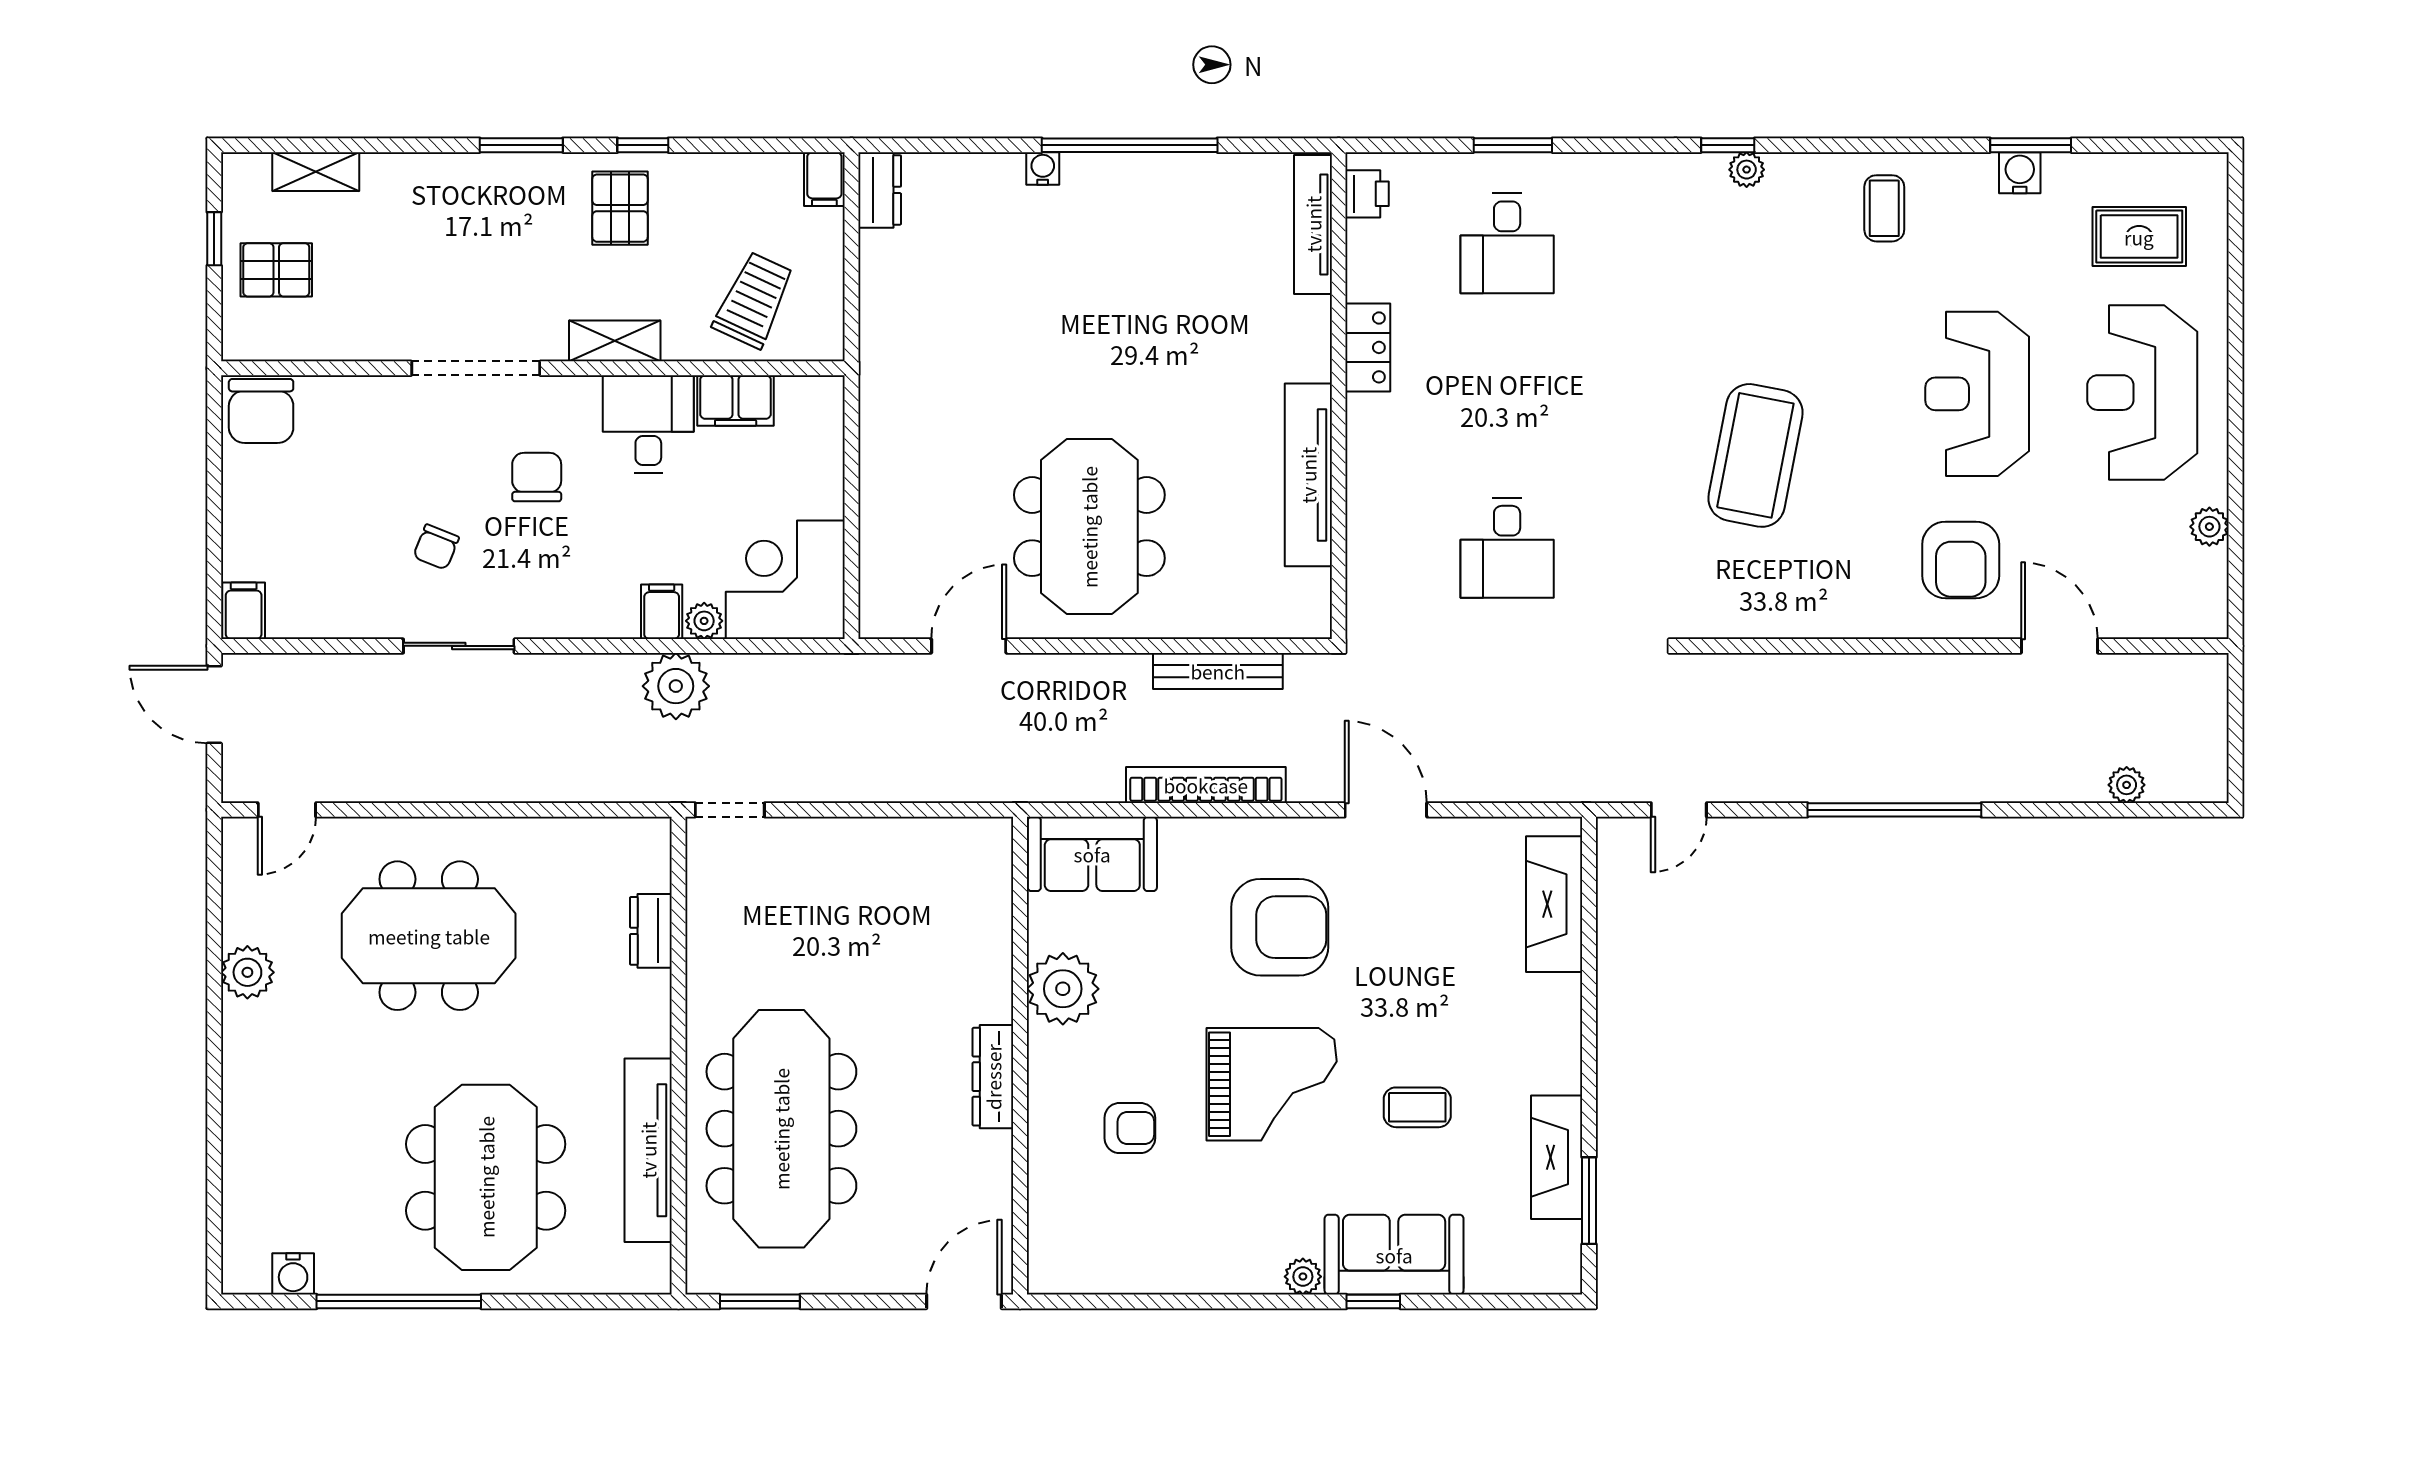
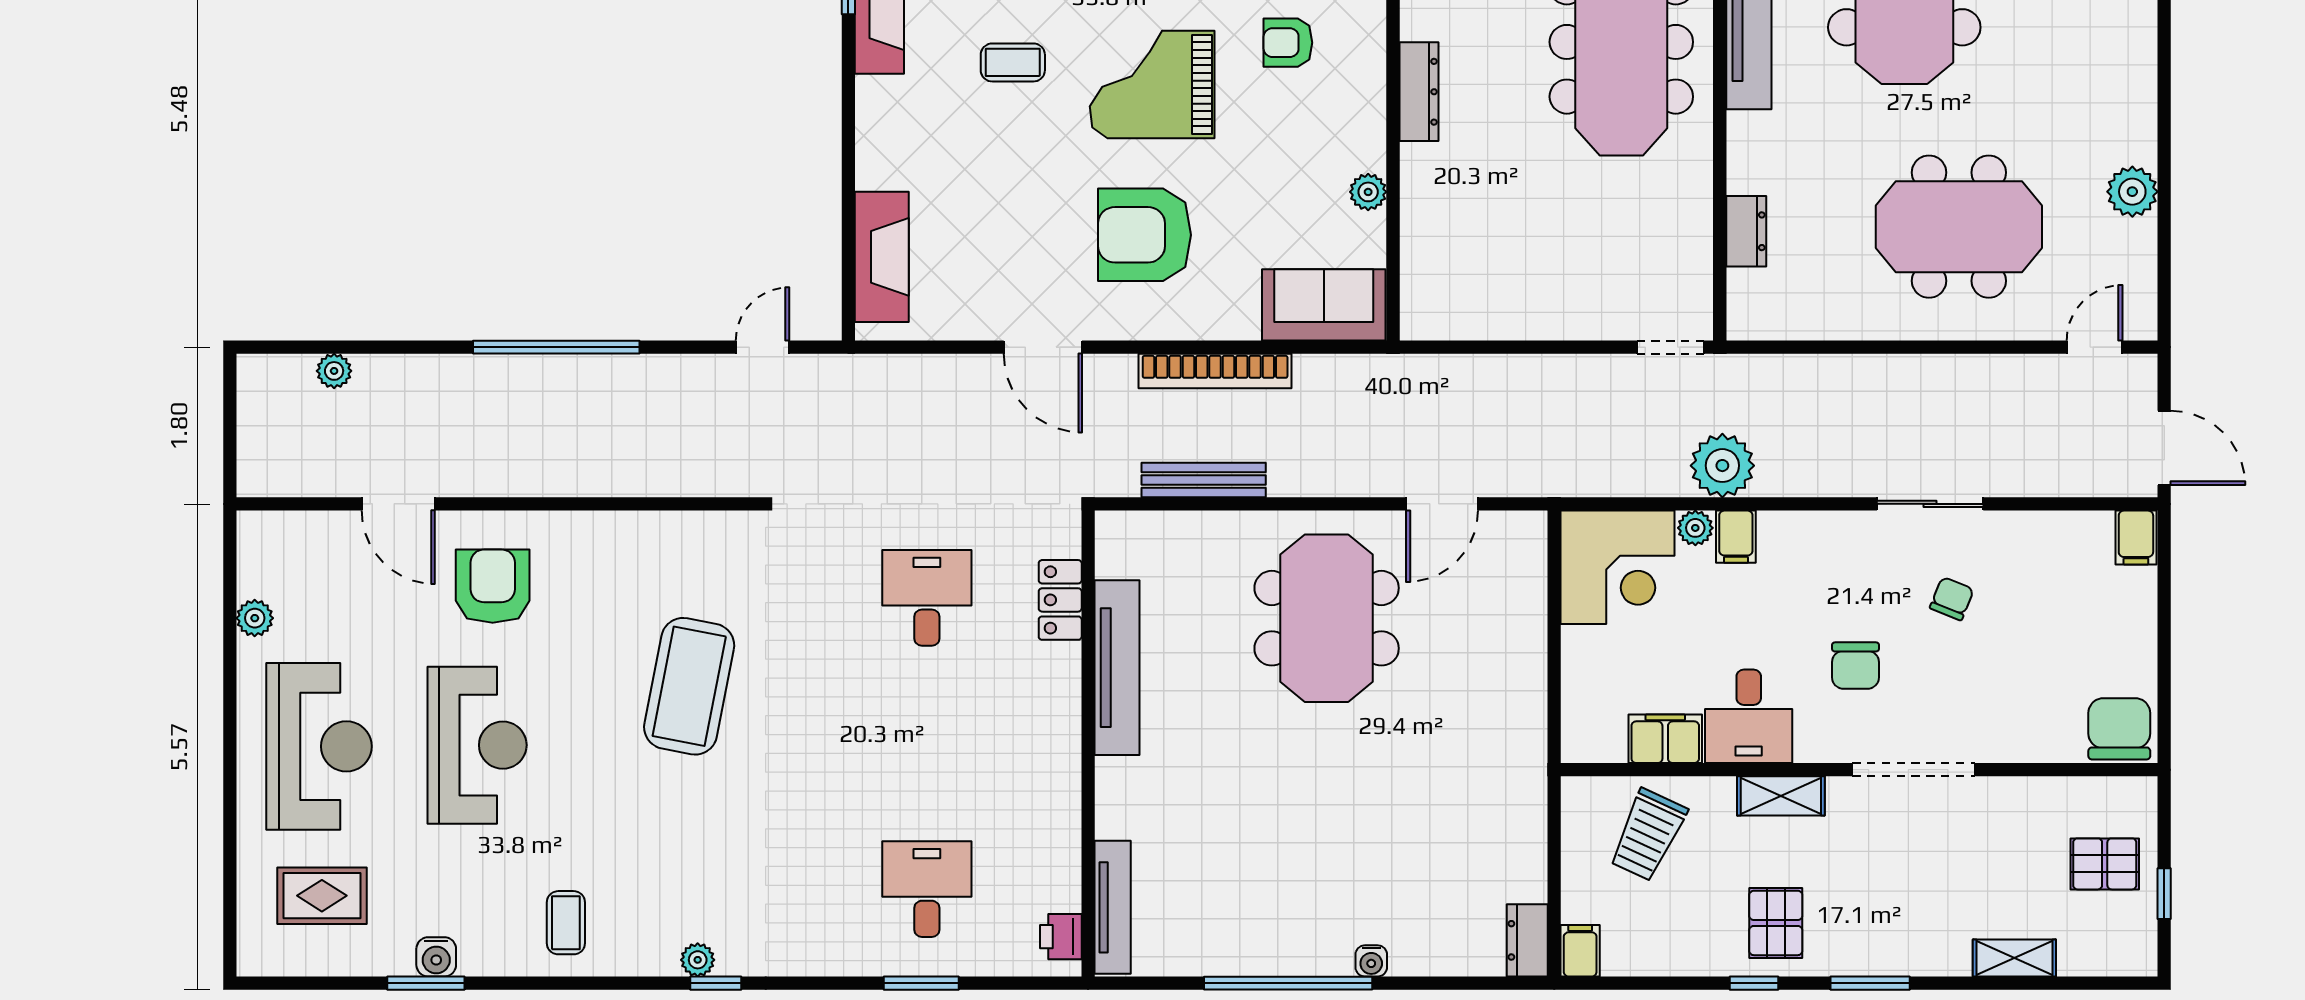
shelving: (316, 172) -> (2014, 958), moved
locker: (1368, 347) -> (1060, 600), moved
plant: (1063, 989) -> (1368, 192), width x0.53, depth x0.53

